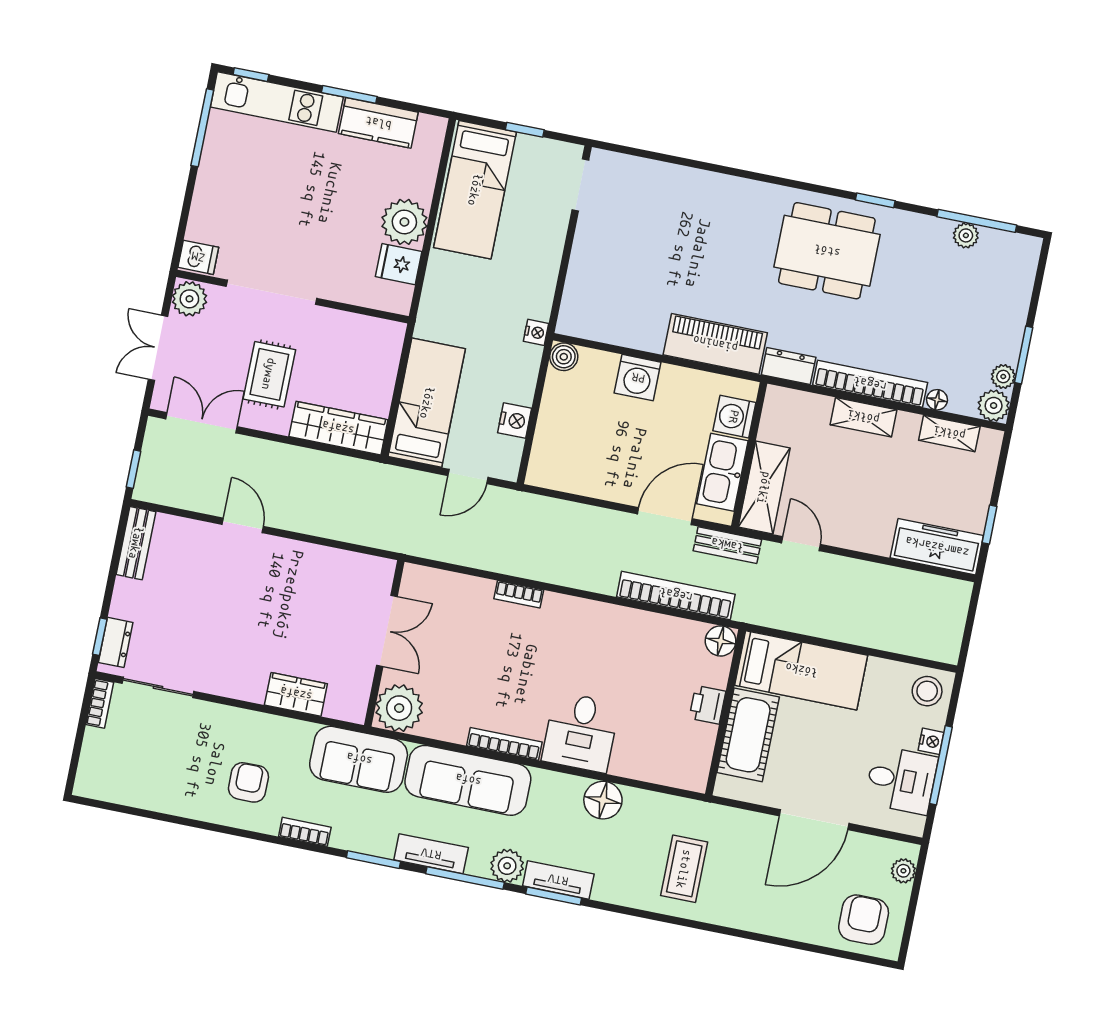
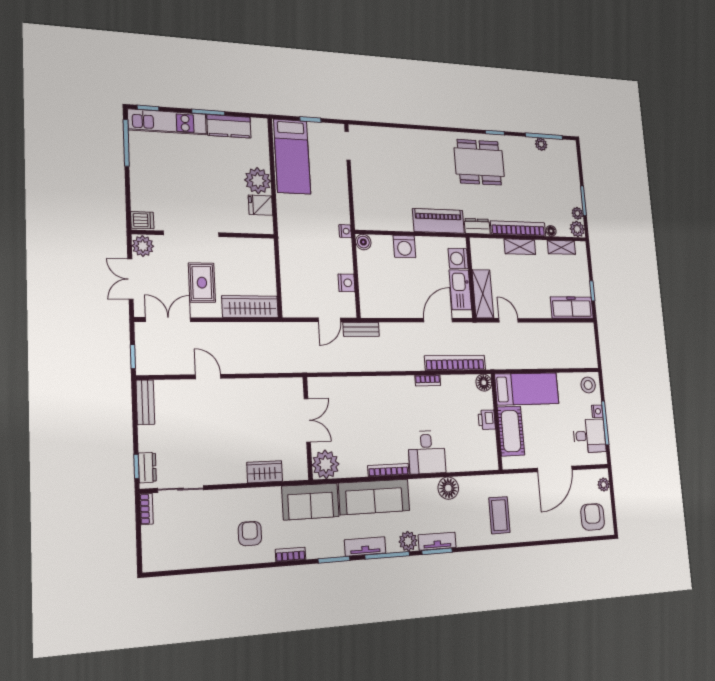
bed: (427, 403) -> (296, 282), removed
bench: (727, 545) -> (361, 329), moved
bookcase: (519, 594) -> (428, 380), moved

